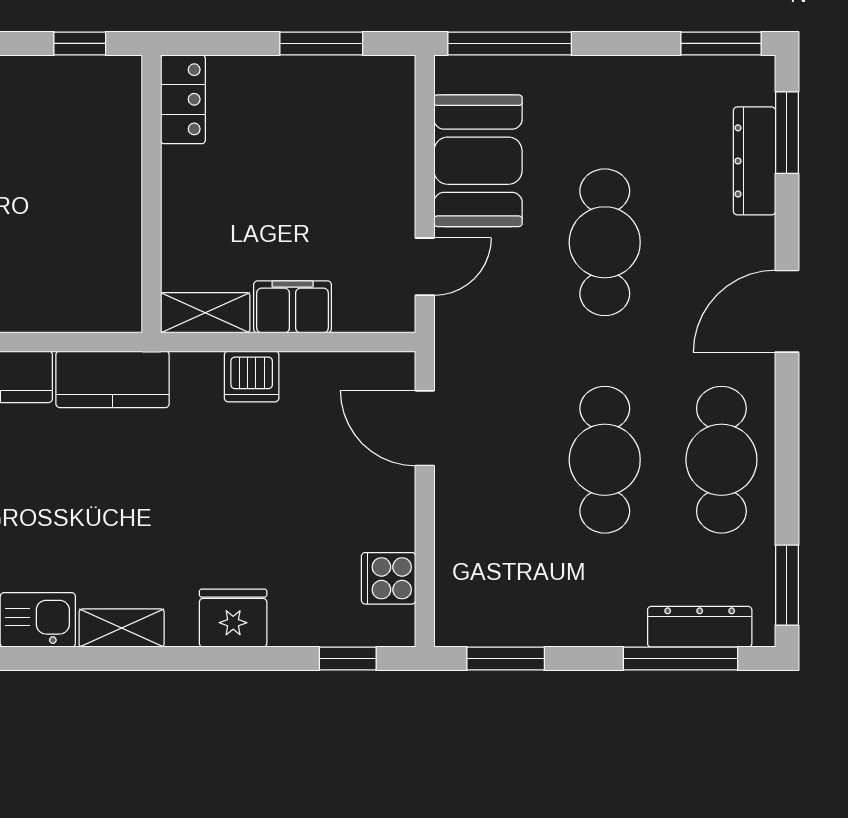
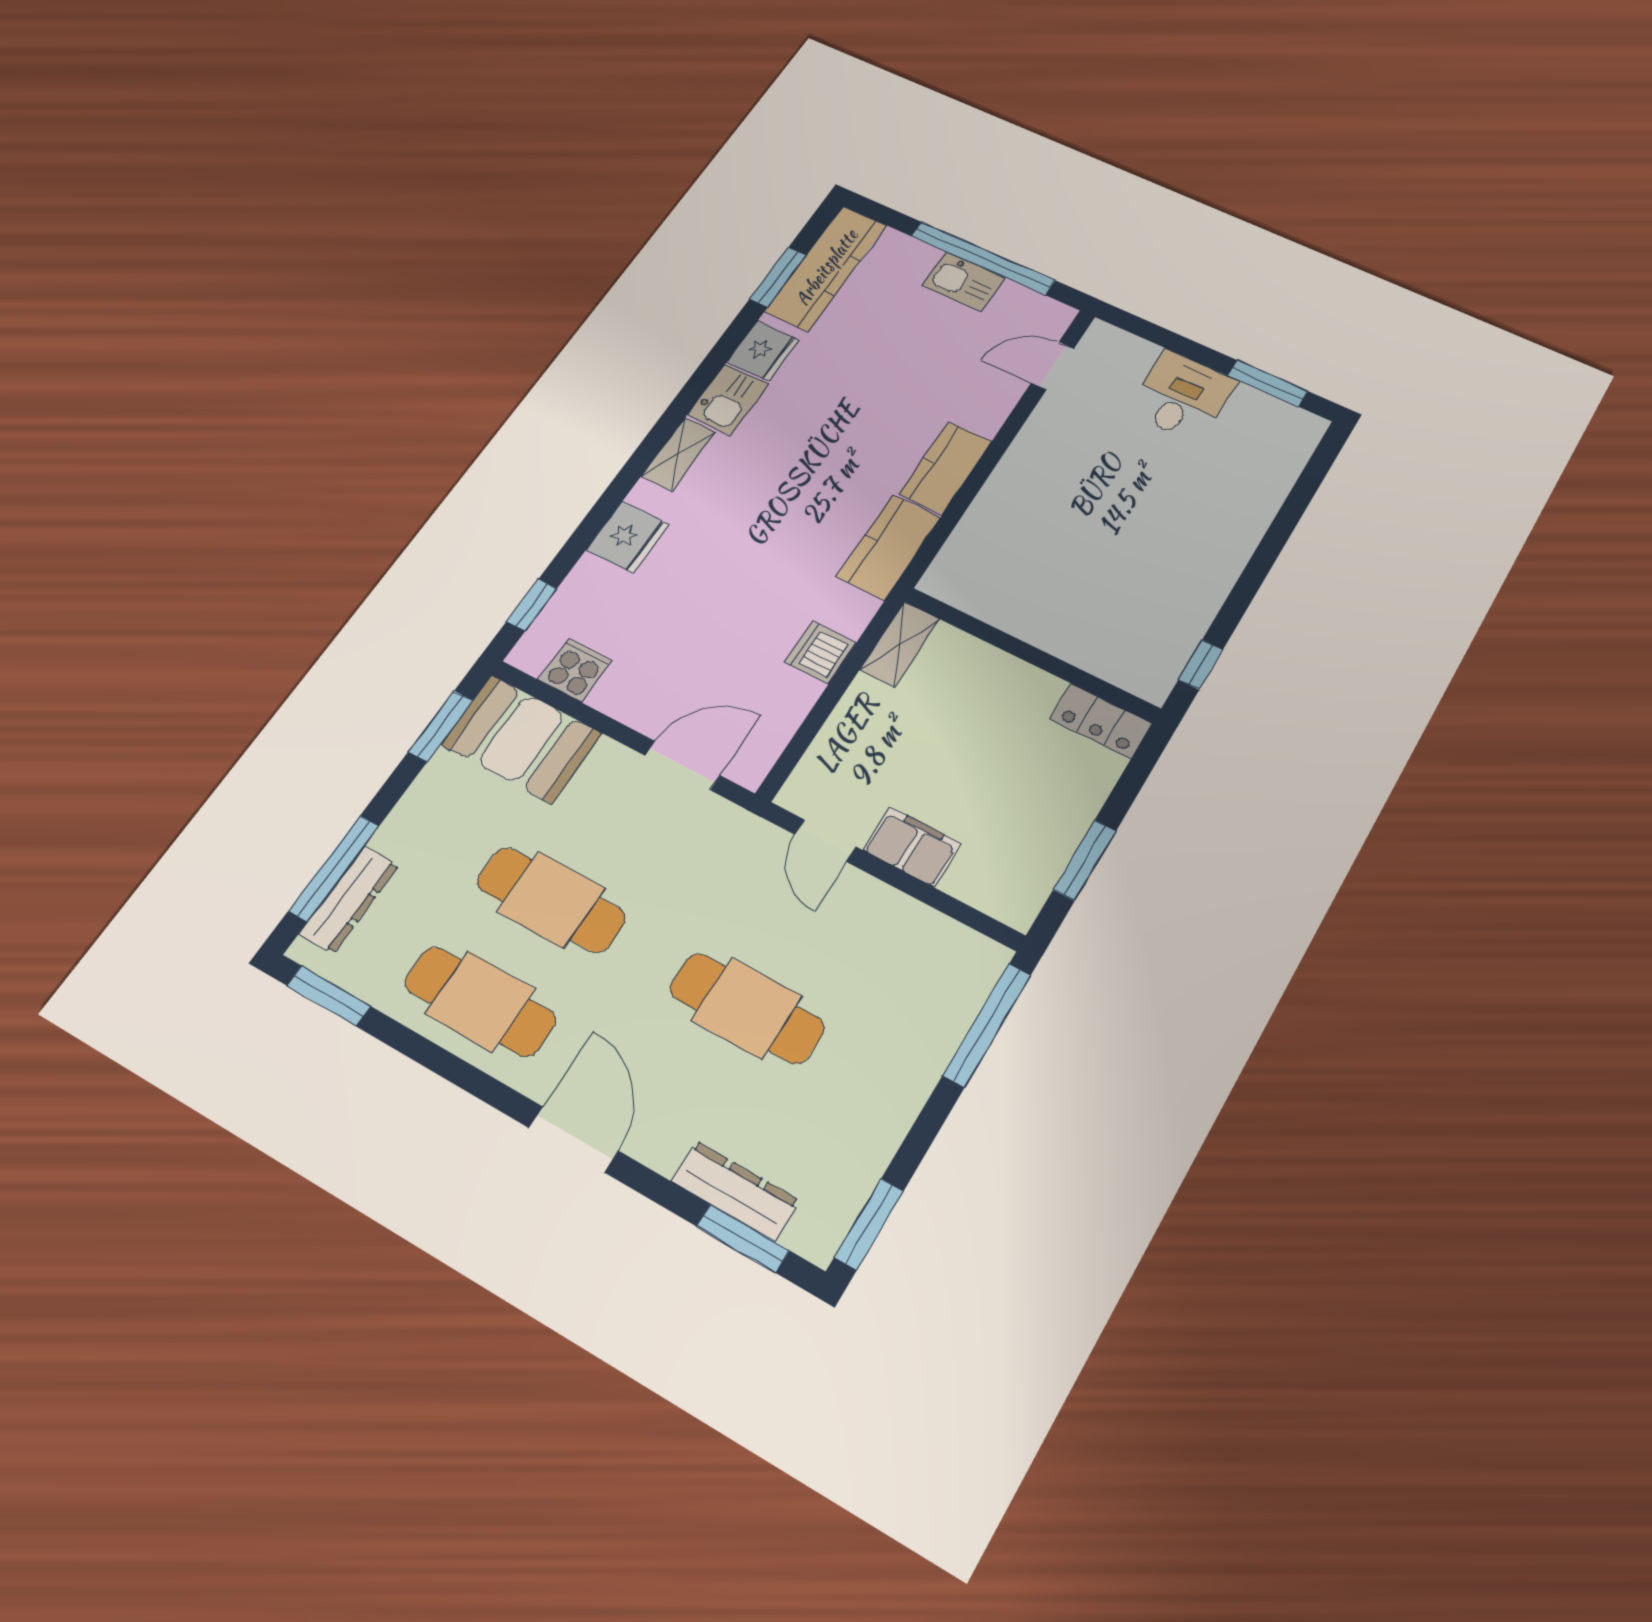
booth: (478, 161) -> (521, 739), moved
filing cabinet: (293, 307) -> (912, 847), moved, turned -90

